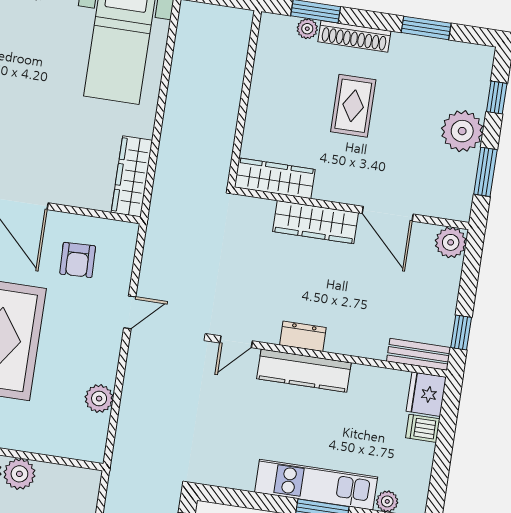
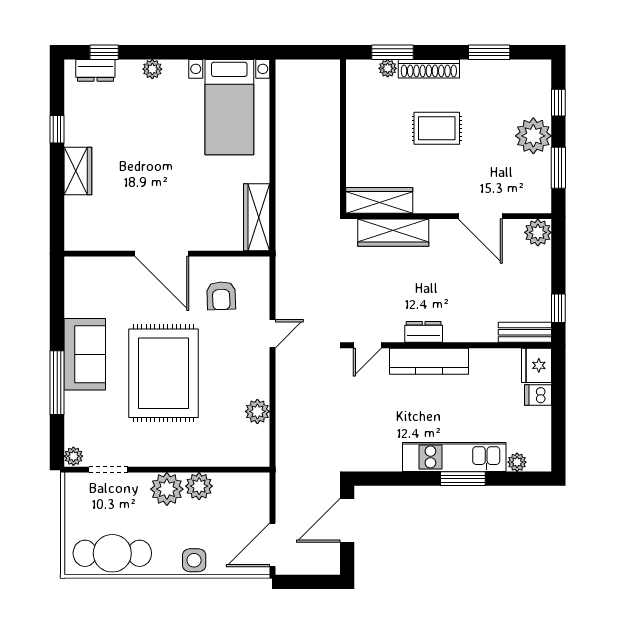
rug: (353, 106) -> (437, 128), turned 90
wardrobe: (316, 222) -> (393, 233), moved

